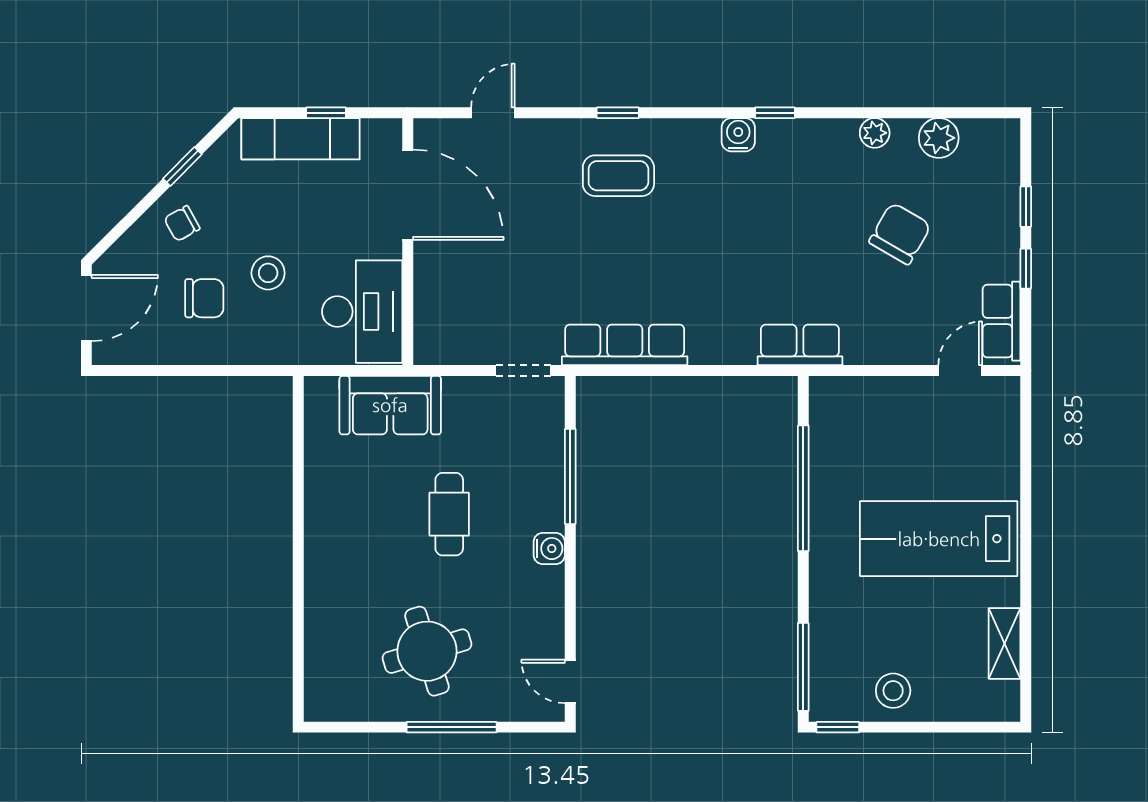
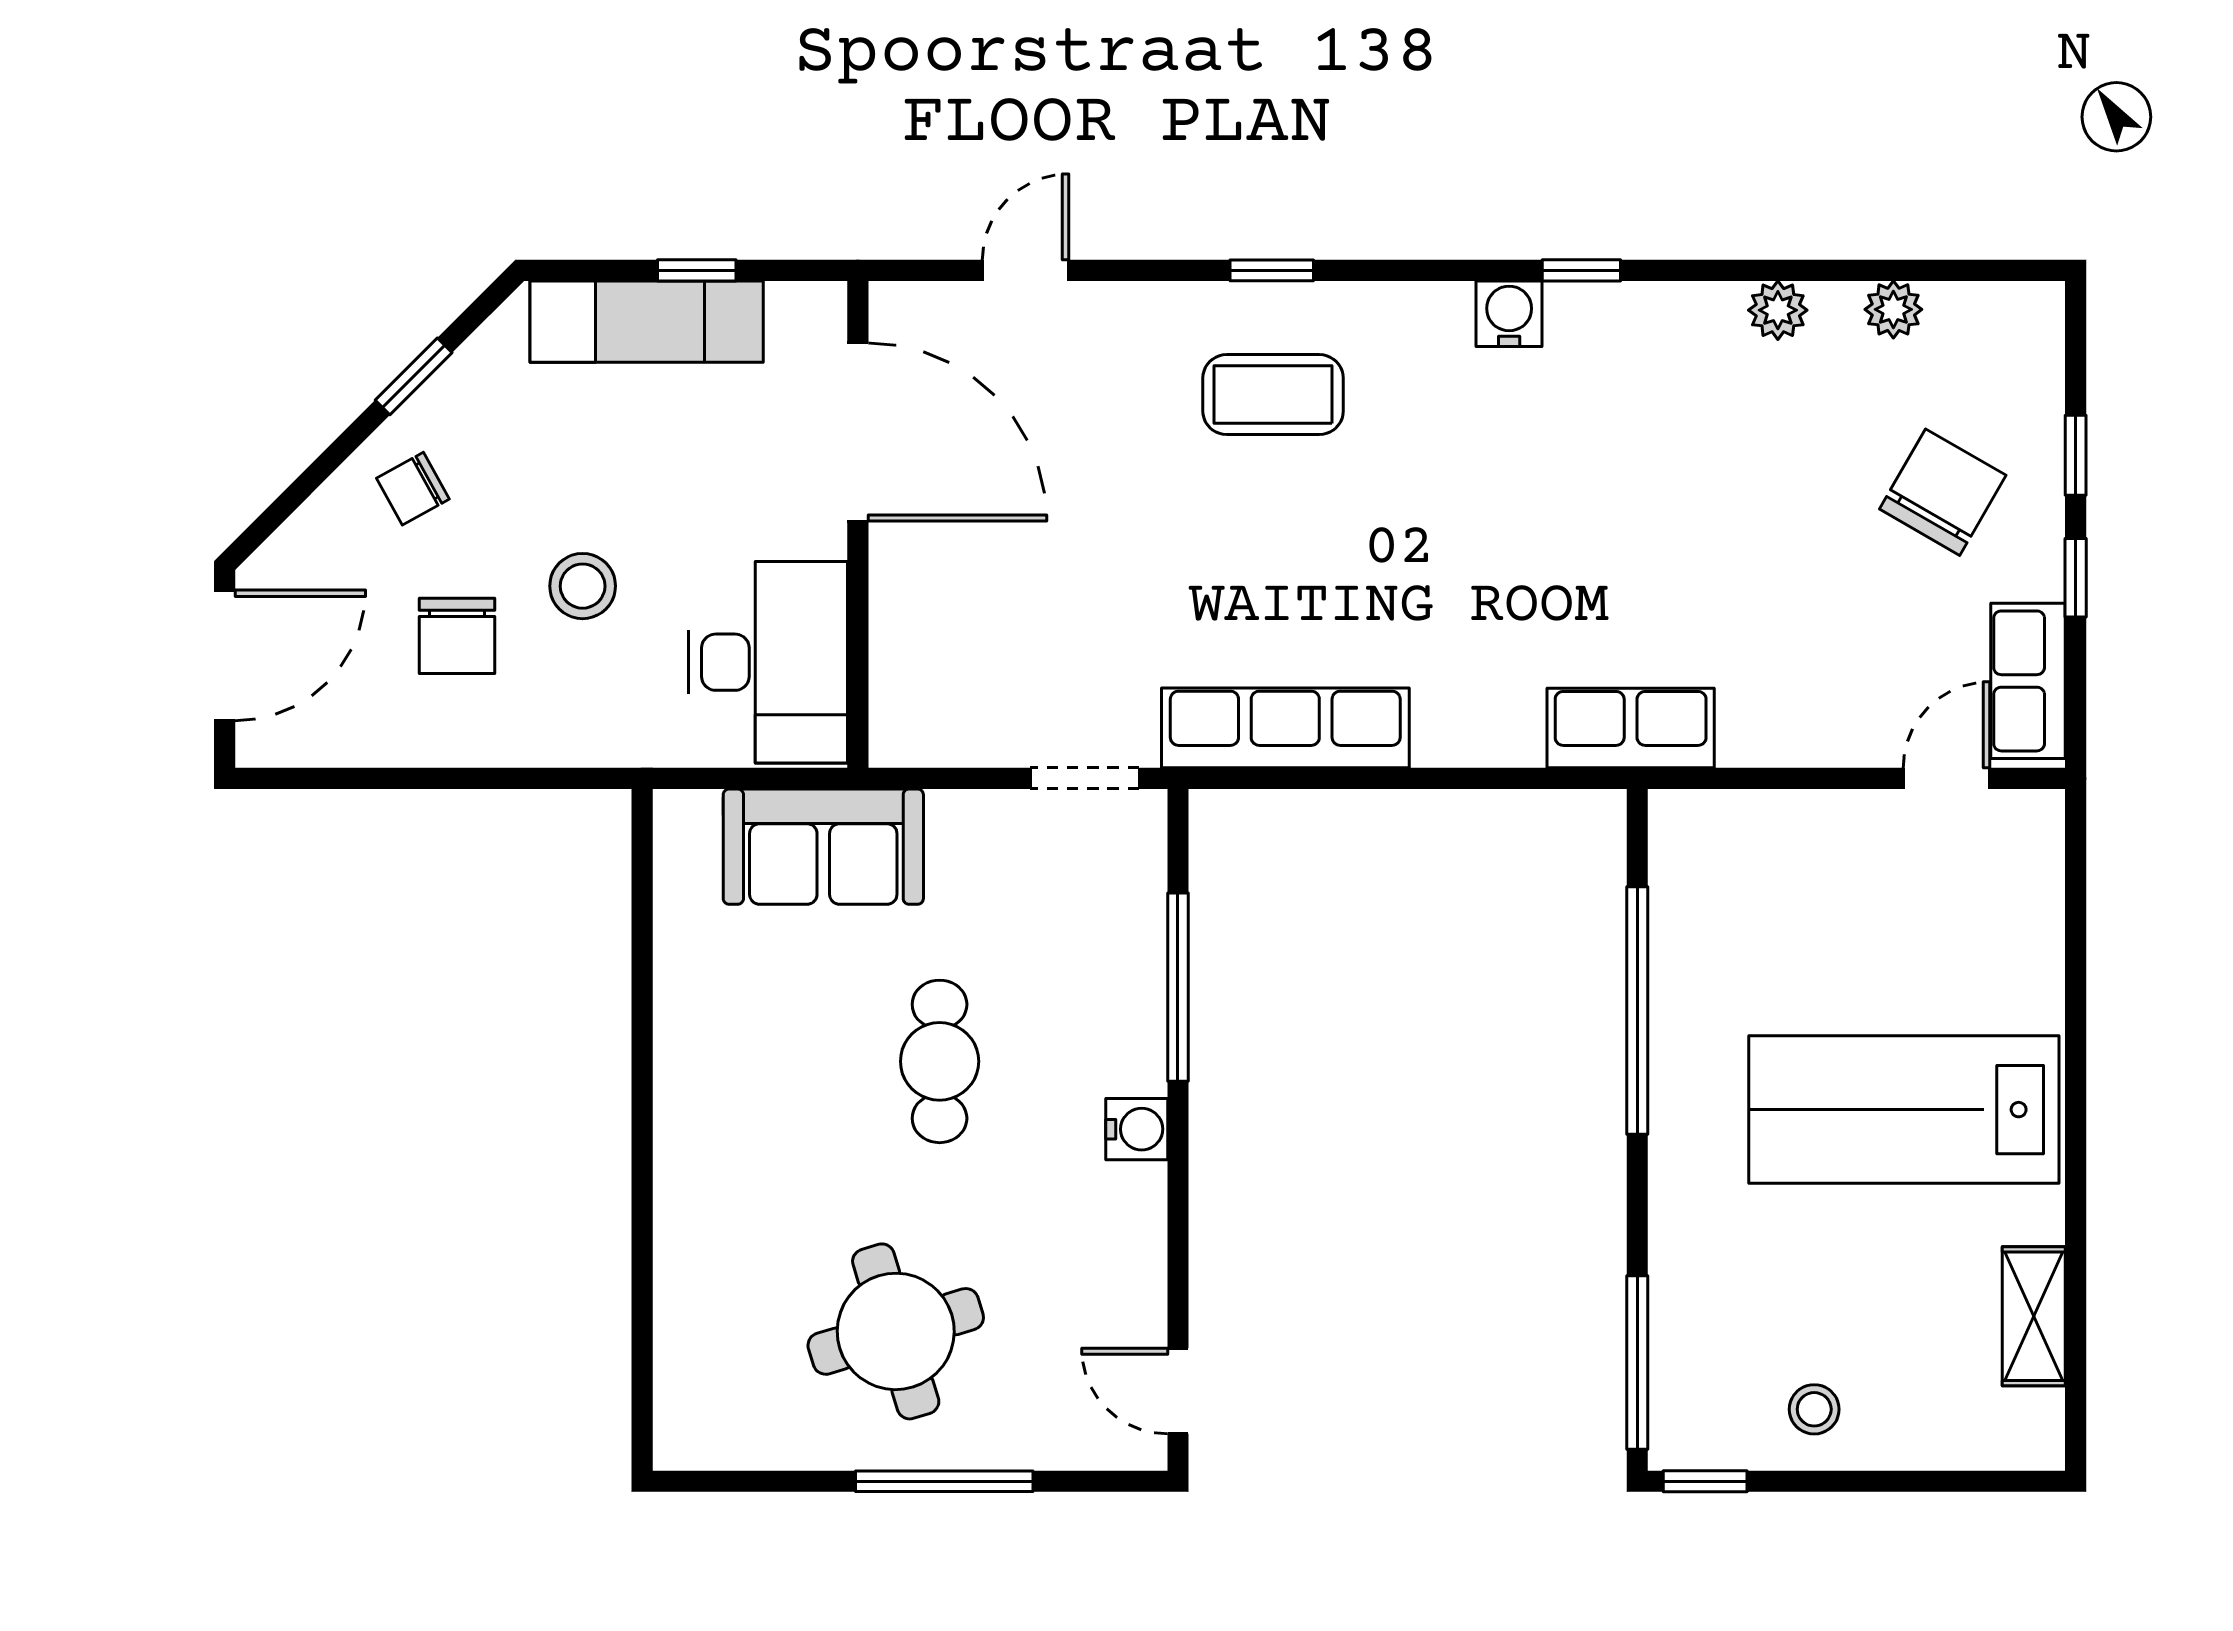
plant: (939, 138) -> (1893, 309), width x0.73, depth x0.73
chair: (900, 234) -> (1943, 492), moved
chair: (204, 298) -> (457, 636), turned 90
stool: (893, 691) -> (1814, 1409), width x0.73, depth x0.73

